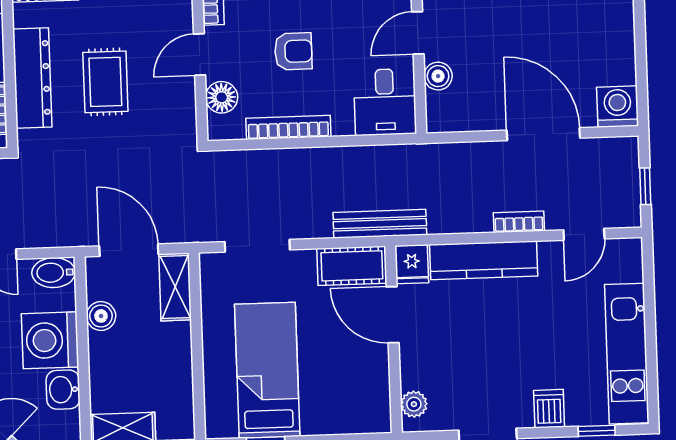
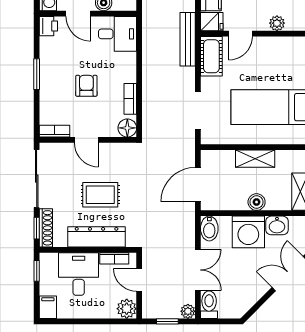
floor lamp: (222, 97) -> (127, 128), moved
bookcase: (288, 127) -> (130, 99), width x0.64
shelving: (175, 287) -> (255, 159), moved
door: (393, 315) -> (240, 34), width x0.73
boiler: (101, 316) -> (257, 202), moved
plant: (414, 404) -> (277, 23), moved

